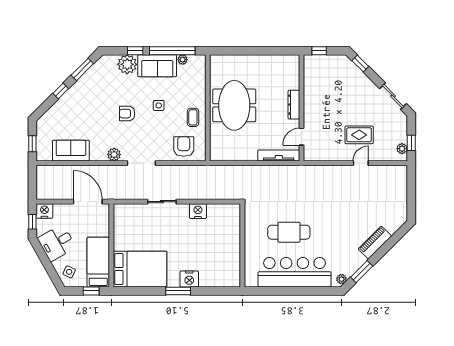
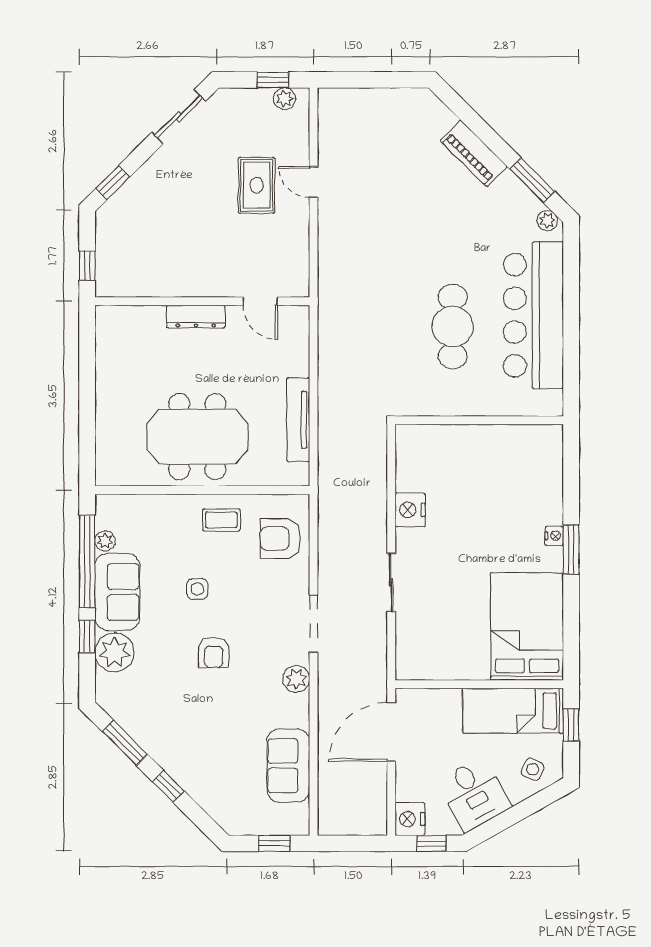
tv unit: (279, 156) -> (298, 420), moved
nightstand: (189, 279) -> (554, 536), width x0.53, depth x0.56

